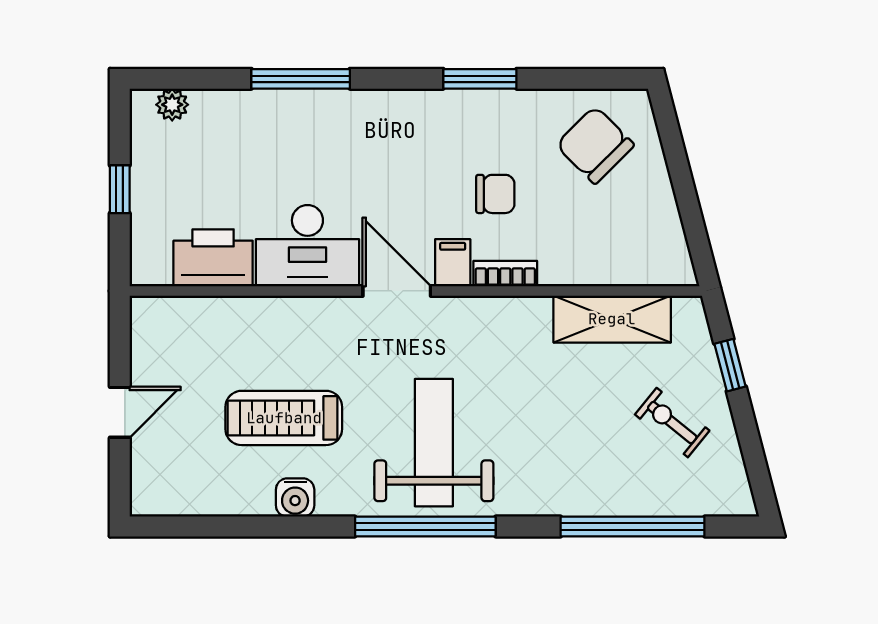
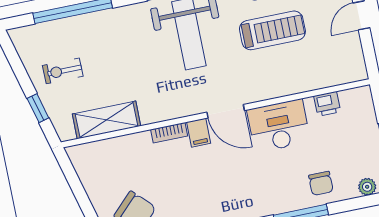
chair: (495, 194) -> (321, 183), moved, turned -90
printer: (213, 258) -> (327, 104), width x0.53, depth x0.68
exercise bike: (672, 423) -> (63, 71), turned 141

